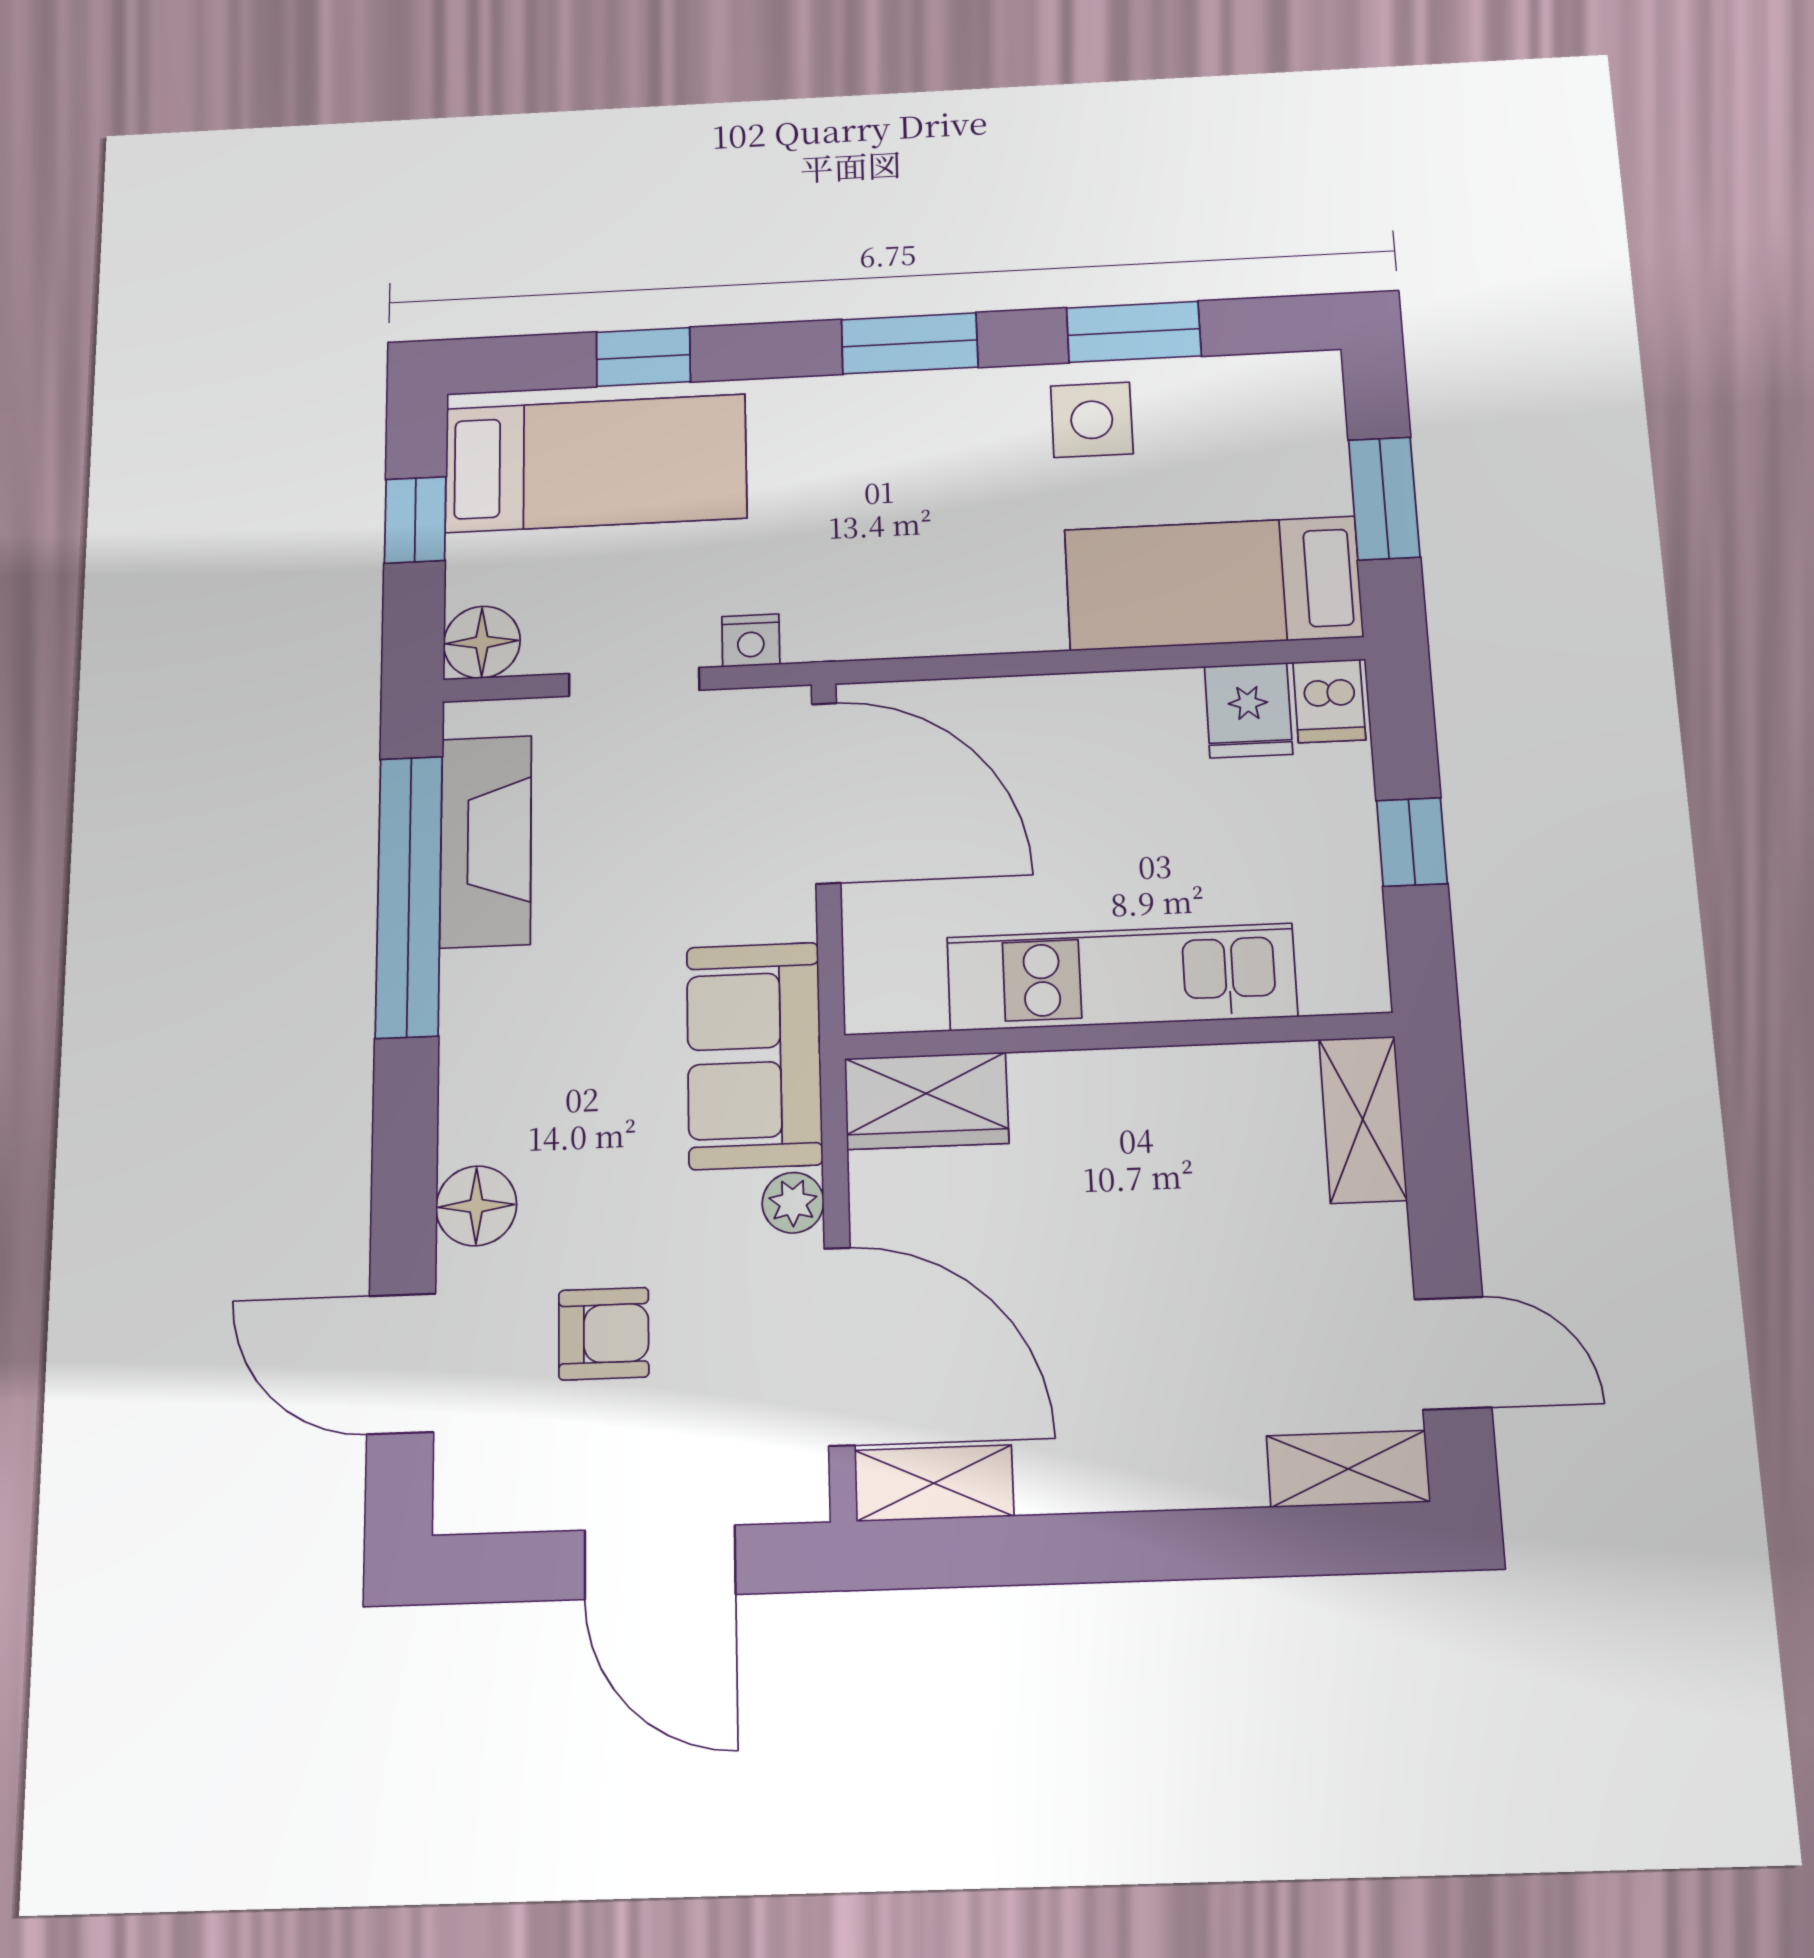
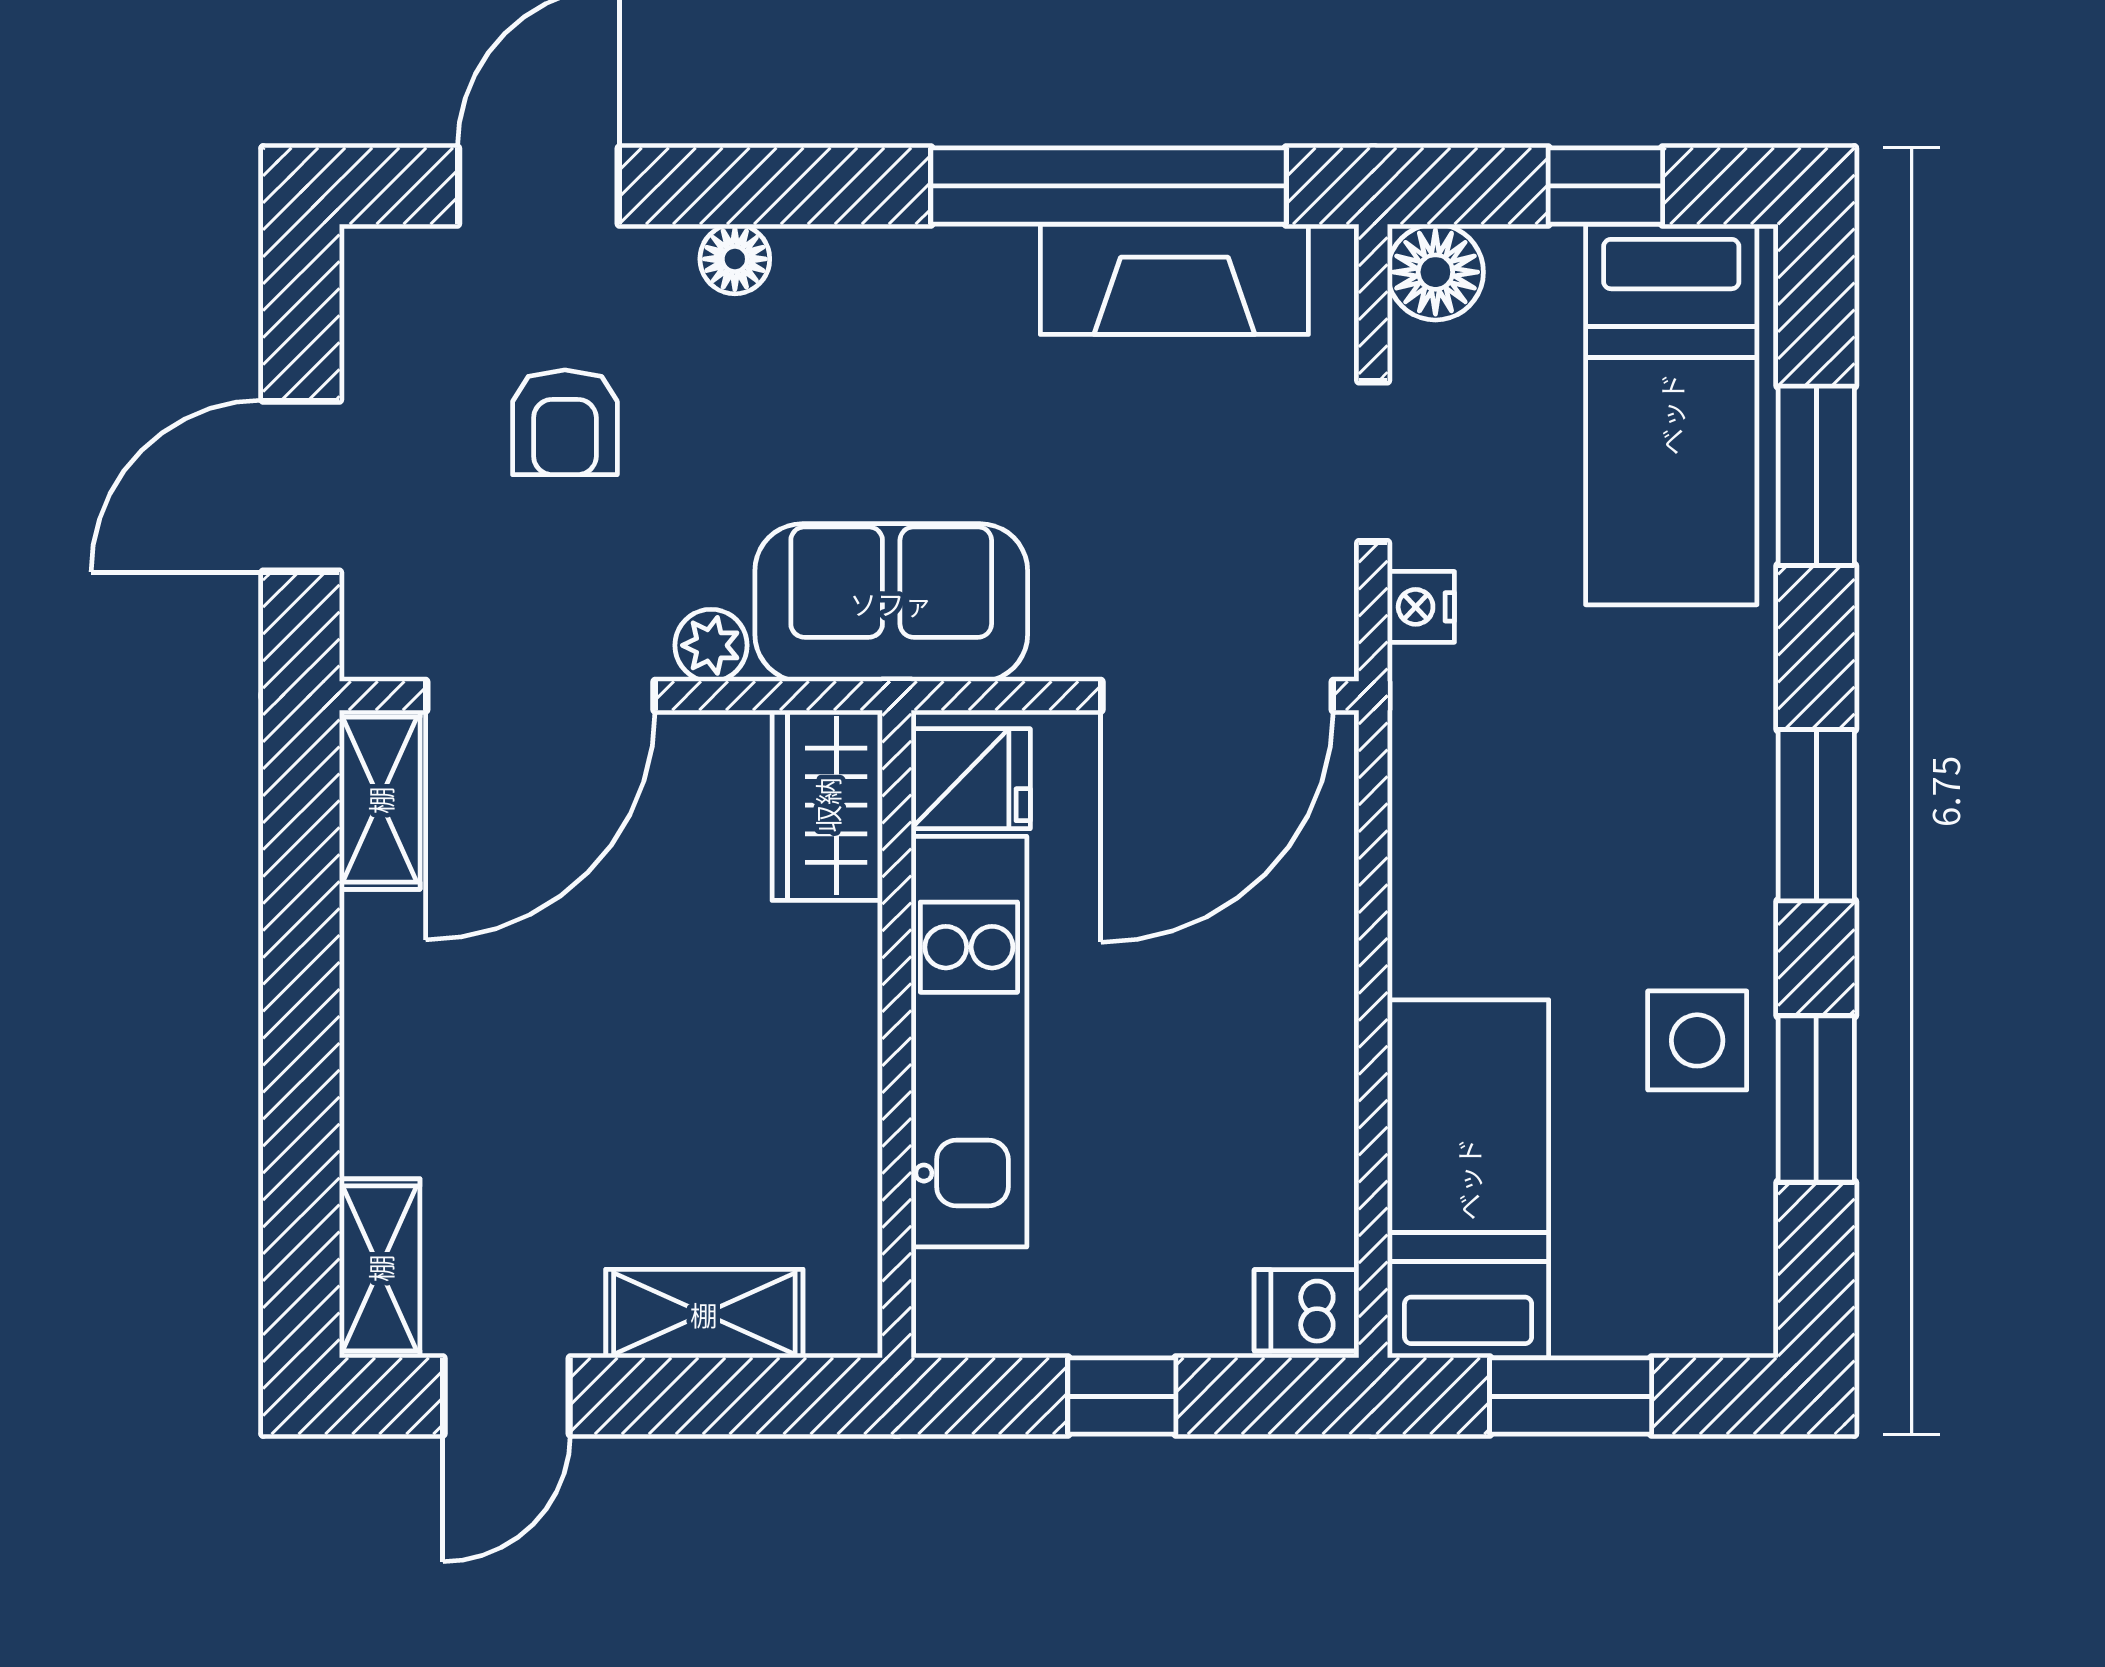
window: (643, 357) -> (1816, 476), width x1.50
fridge: (1248, 710) -> (971, 779), moved, turned 180
shelving: (1363, 1119) -> (704, 1314), moved
floor lamp: (476, 1206) -> (735, 259), width x0.73, depth x0.73

